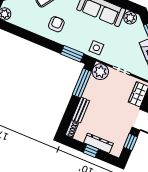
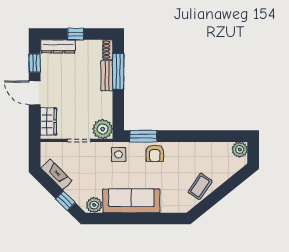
armchair: (56, 24) -> (155, 153), moved
window: (82, 83) -> (118, 71), moved
dresser: (98, 143) -> (58, 46), moved

